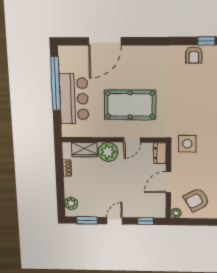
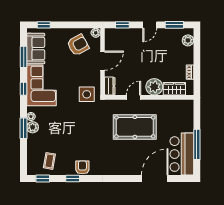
window: (55, 84) -> (197, 144), width x0.68
bar counter: (74, 99) -> (182, 154), moved

